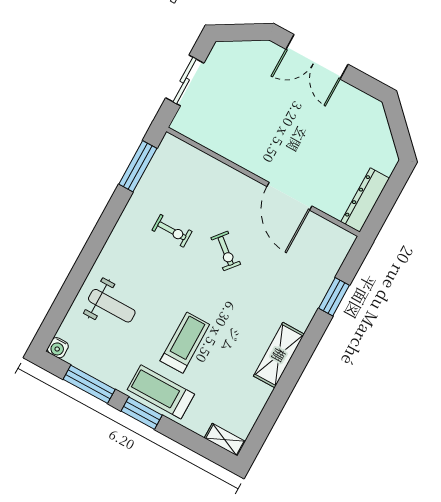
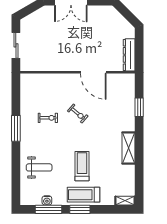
window: (138, 166) -> (16, 128), moved
water cooler: (58, 348) -> (47, 200), moved

